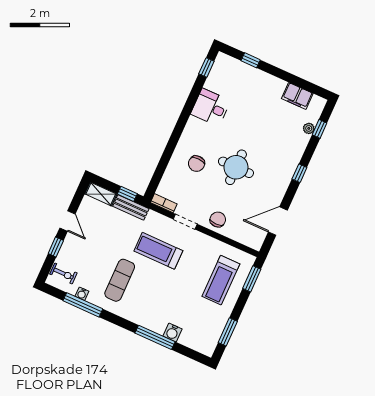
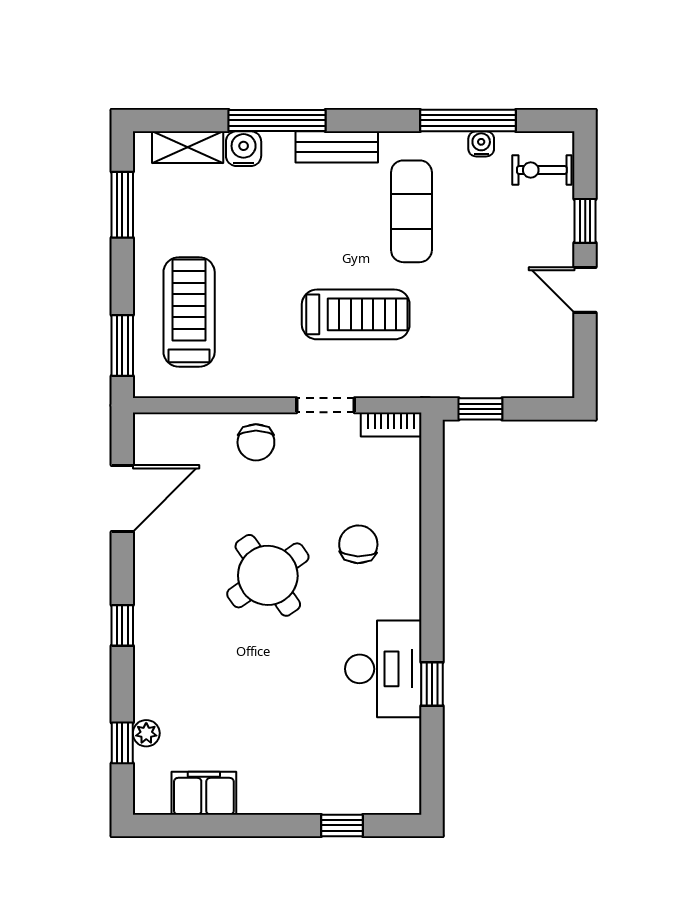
window: (206, 68) -> (432, 684), moved
desk: (211, 107) -> (383, 669), width x1.37
round table: (236, 167) -> (268, 575), turned -35
shelving: (101, 194) -> (188, 147), moved
bench: (131, 207) -> (337, 147), moved

